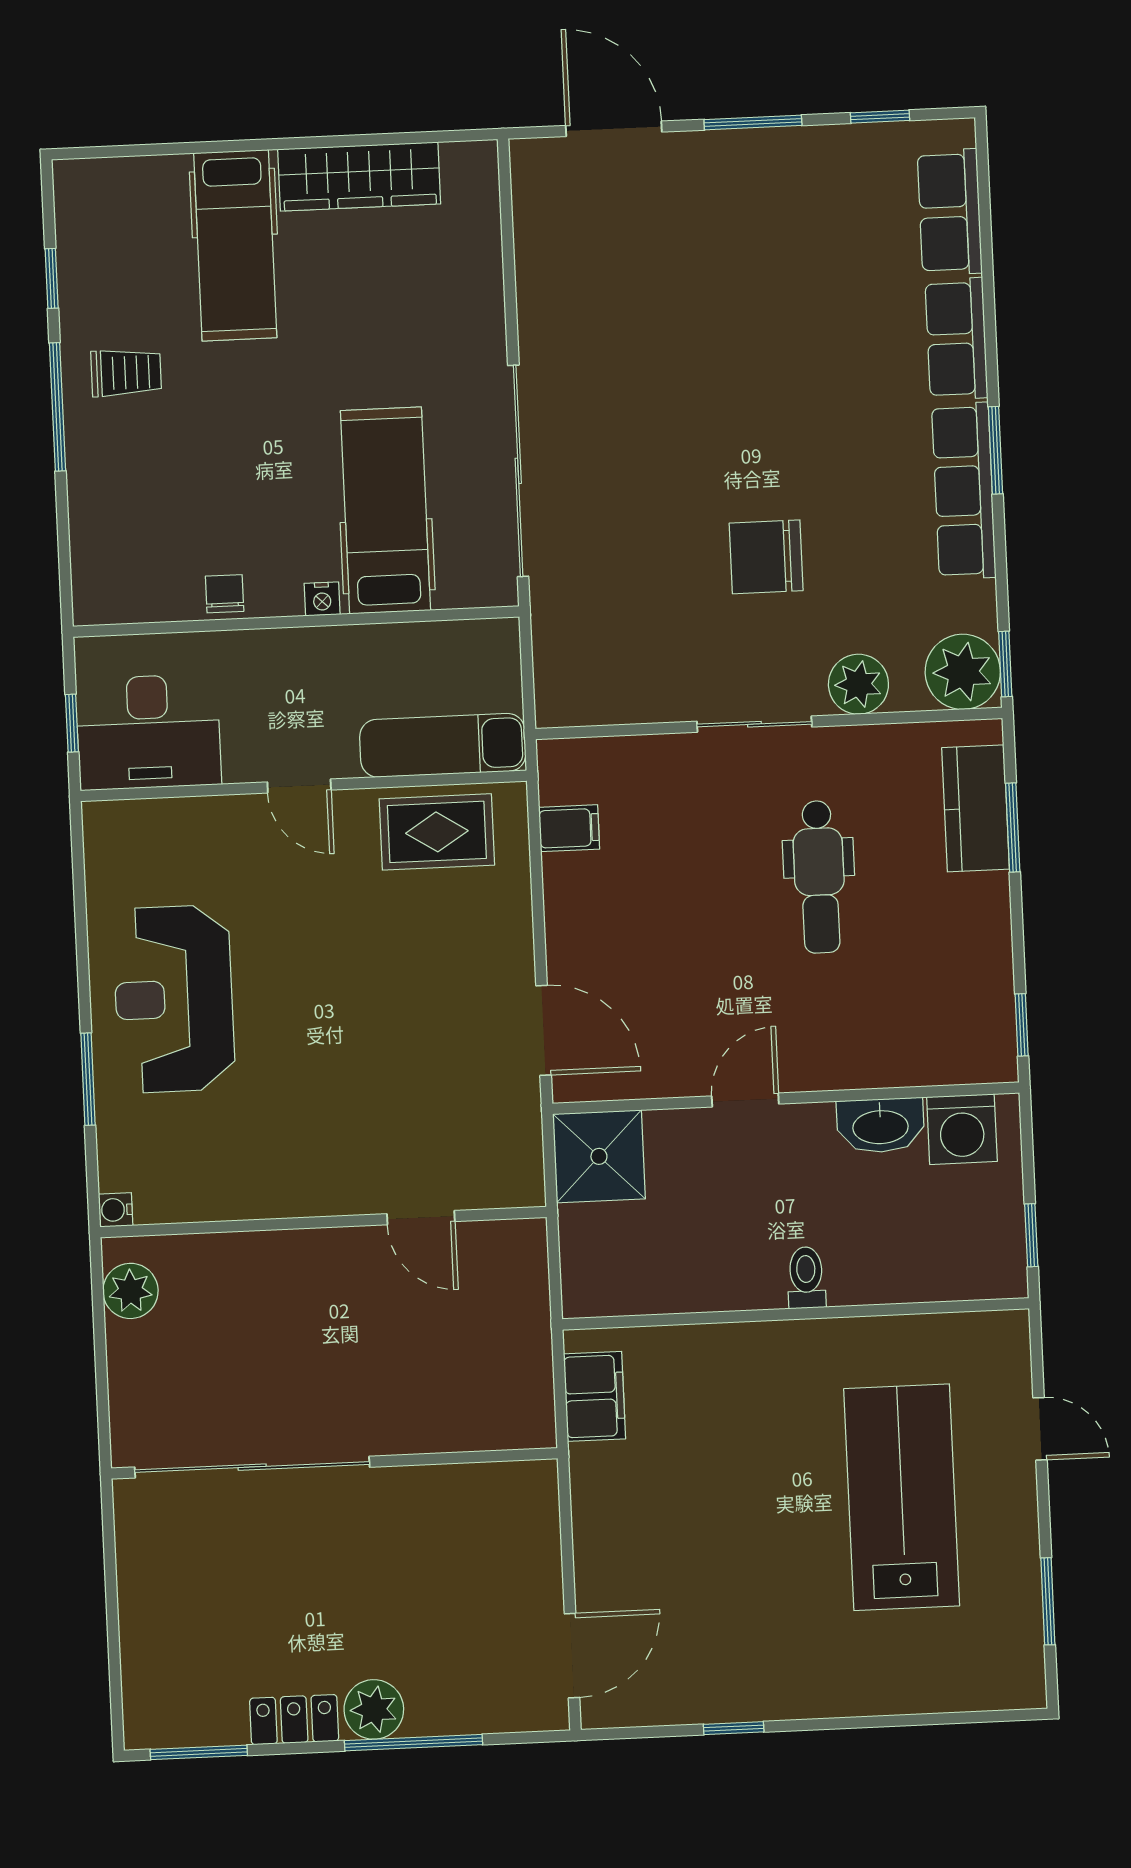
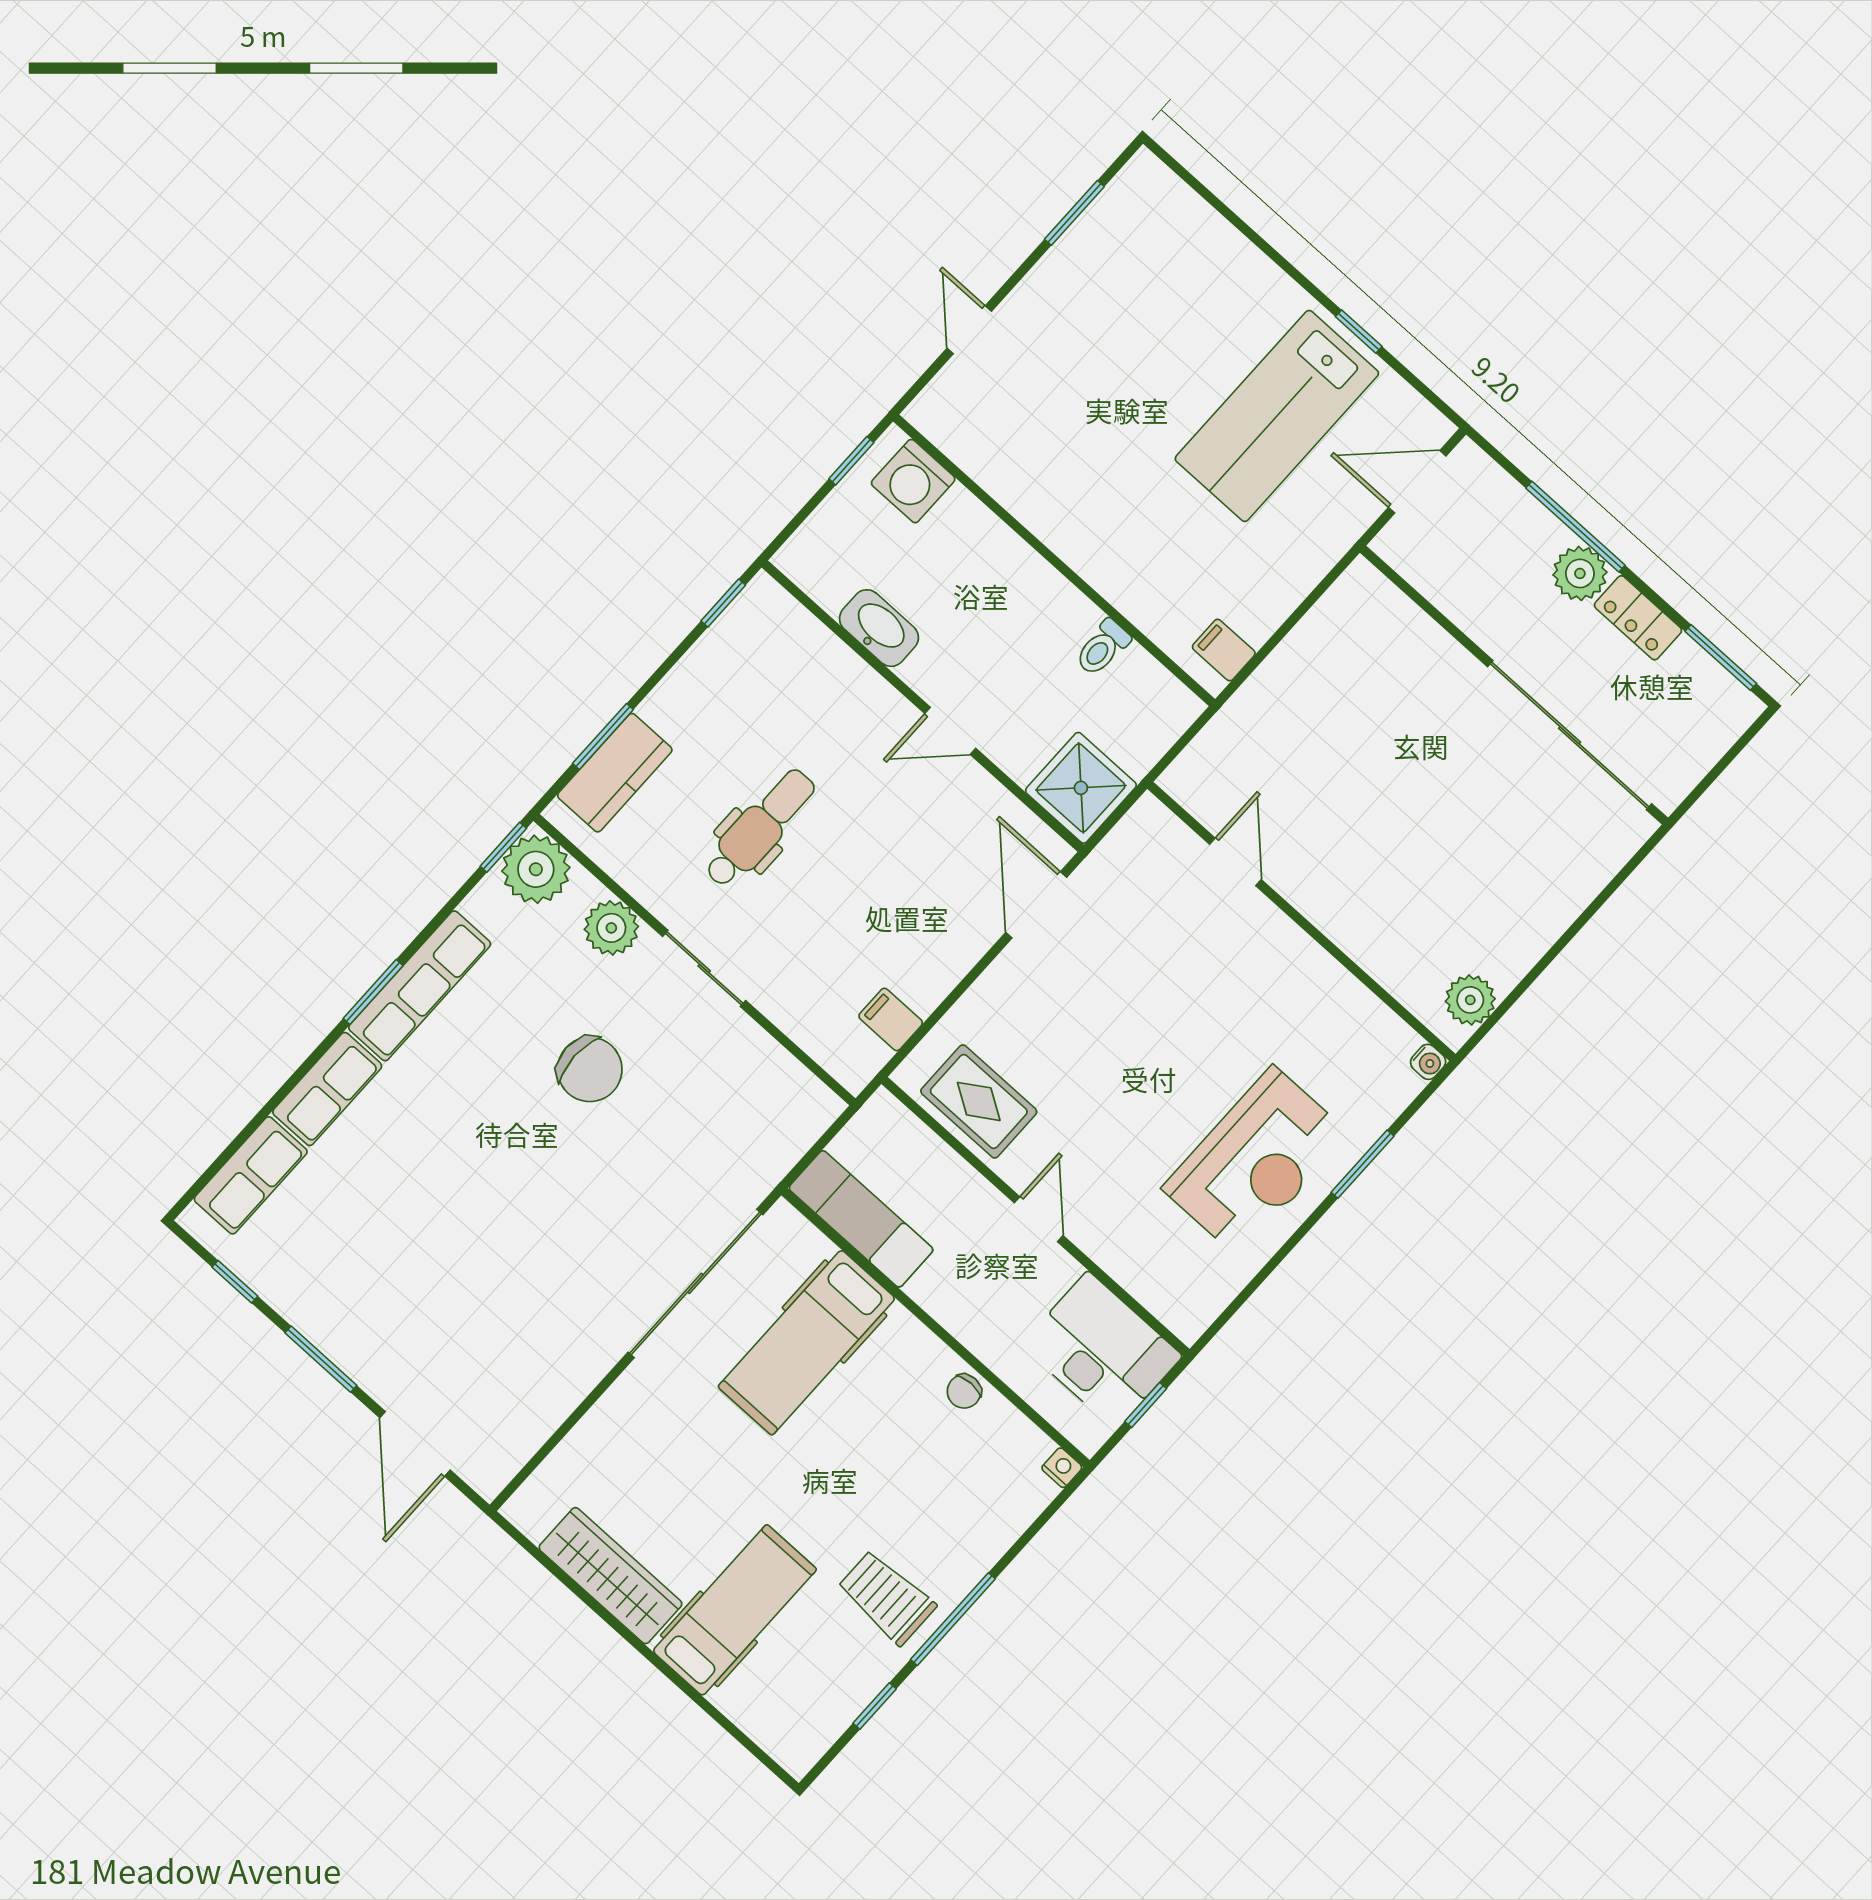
trolley: (126, 373) -> (887, 1597), width x1.36, depth x1.39
nightstand: (322, 599) -> (1062, 1468), moved
exam couch: (443, 745) -> (861, 1219), moved, turned 180
washing machine: (962, 1129) -> (913, 481), moved, turned 180
toilet: (806, 1278) -> (1103, 648), moved
filing cabinet: (595, 1396) -> (1224, 650), width x0.50
wall: (334, 1463) -> (1514, 685), moved
sliding door: (252, 1467) -> (1570, 735), moved
lab bench: (902, 1497) -> (1277, 416), moved

